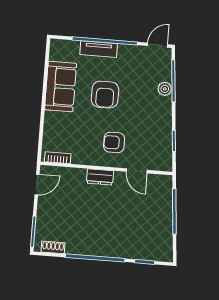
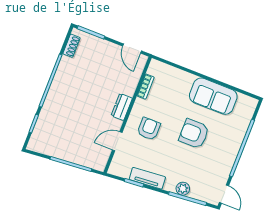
tv unit: (99, 49) -> (147, 178), moved, turned 85
bookcase: (58, 158) -> (146, 87), moved

